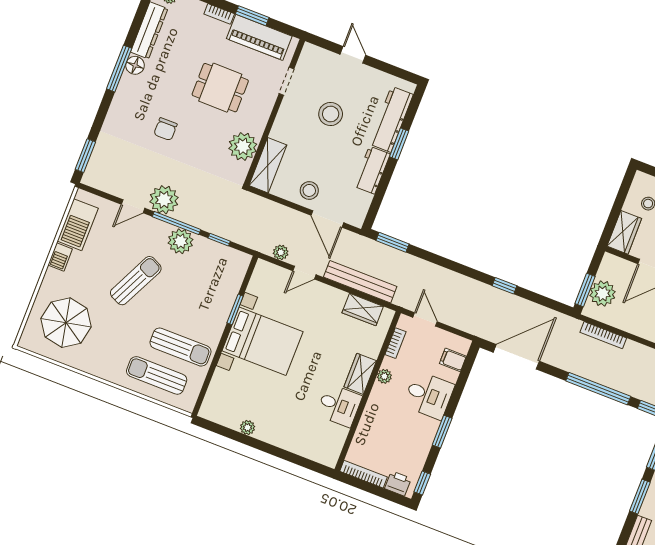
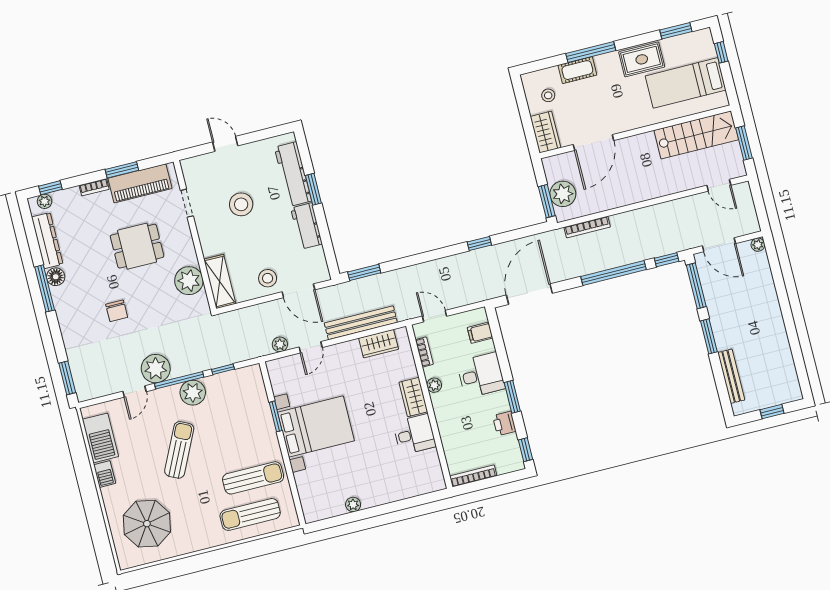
printer: (398, 483) -> (504, 423), moved, turned -90

